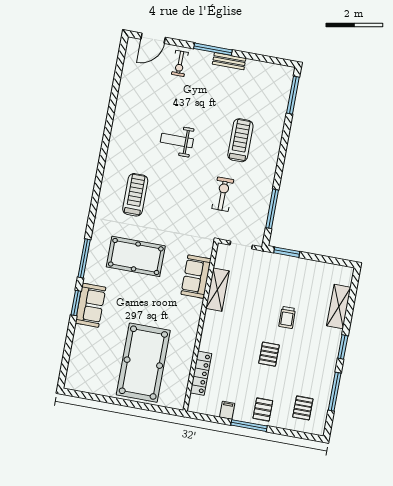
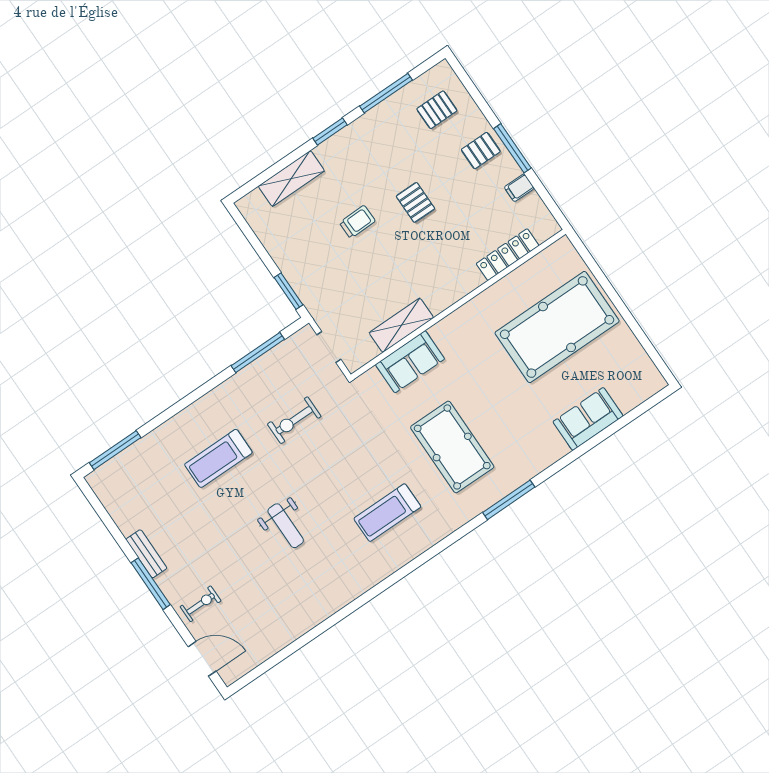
window: (76, 303) -> (565, 461), removed
sofa: (90, 305) -> (588, 419), moved
pallet: (269, 354) -> (415, 202), turned 90

